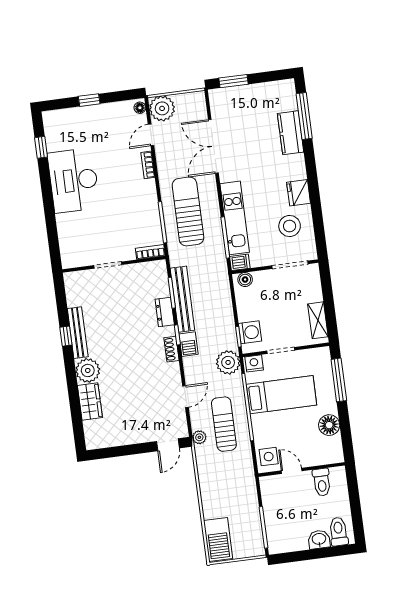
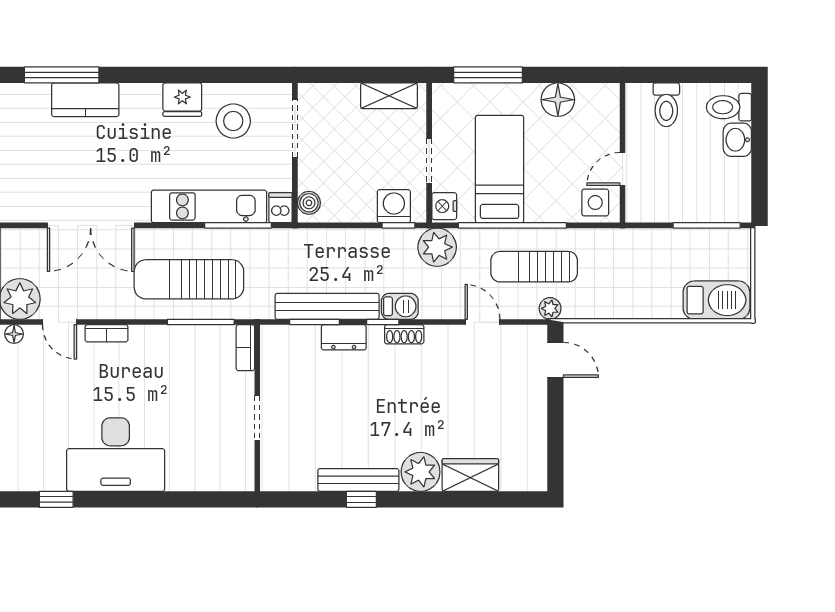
toilet: (322, 482) -> (666, 105), moved, turned 90

